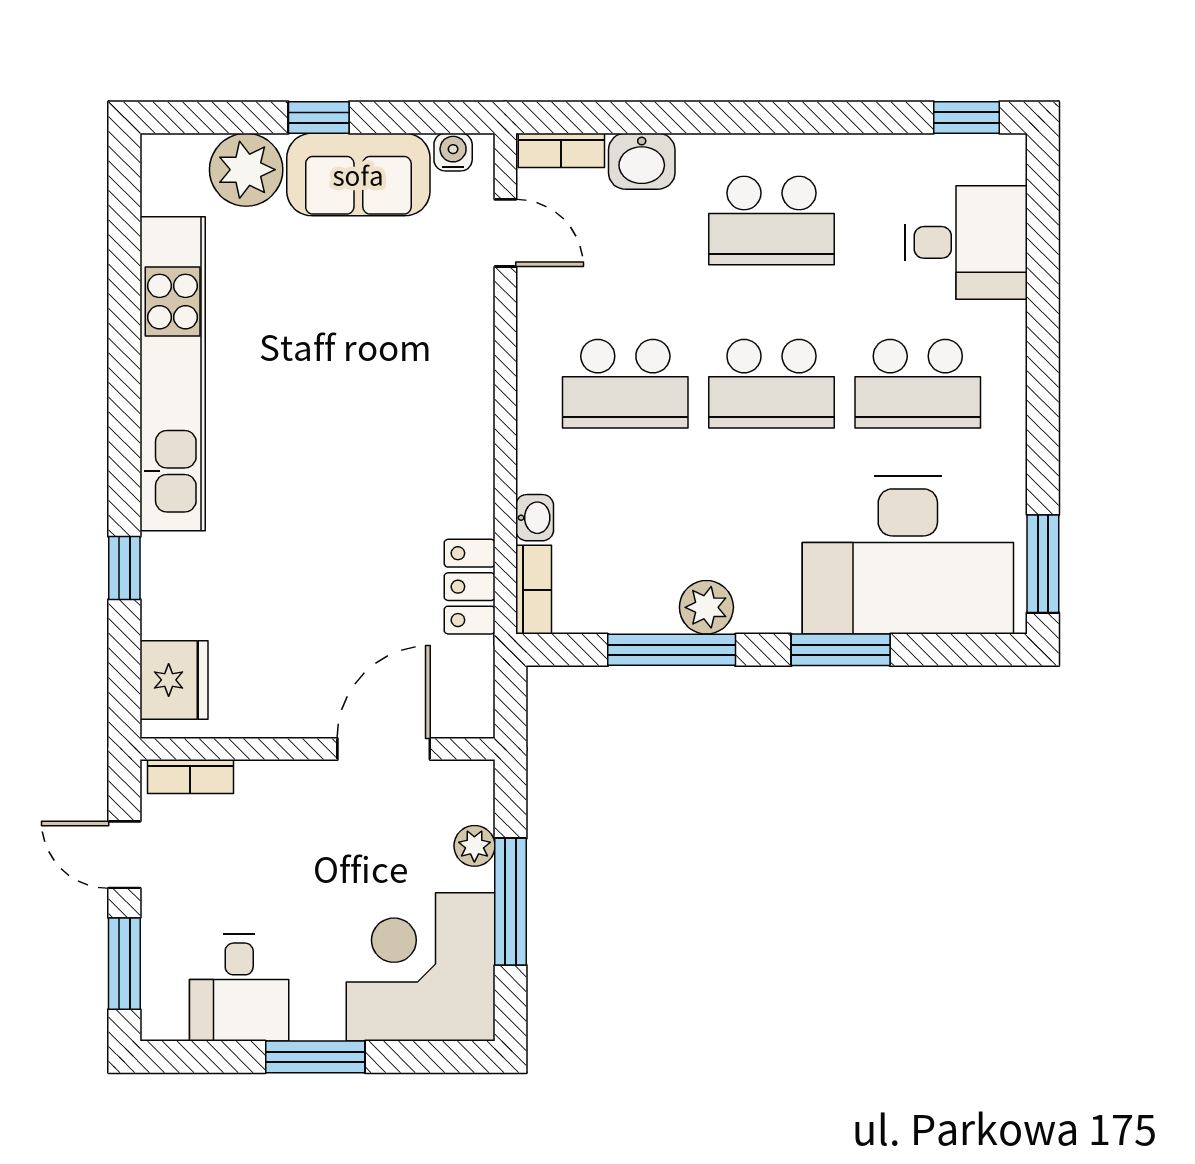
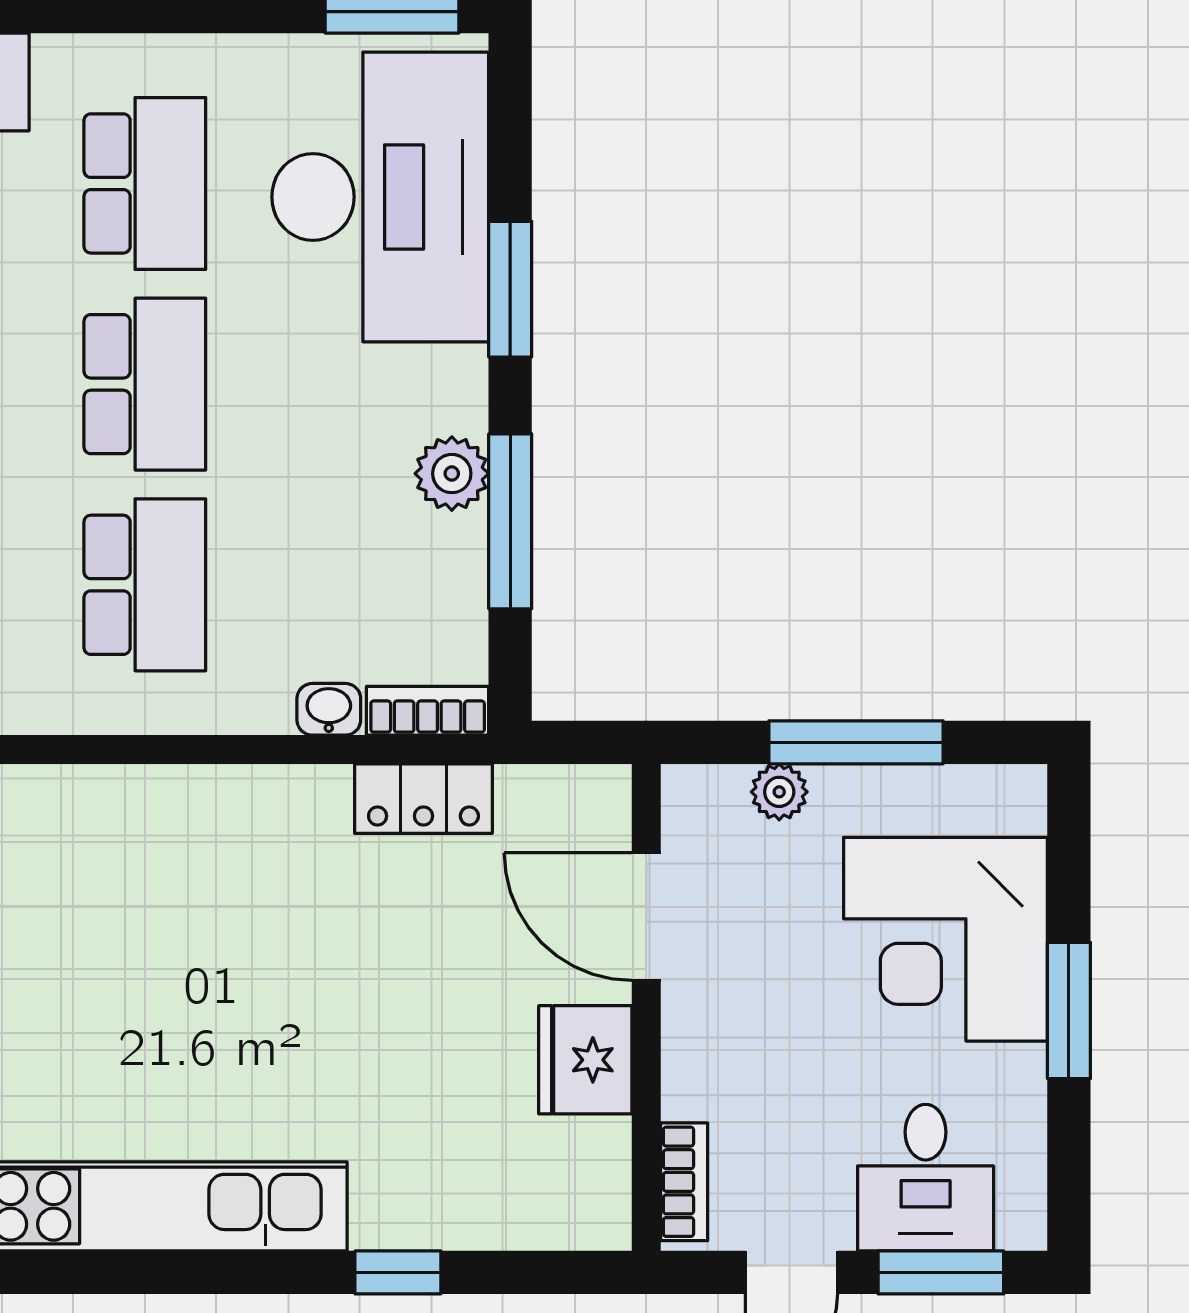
fridge: (174, 680) -> (585, 1060), moved, turned -90
corner desk: (421, 967) -> (945, 939), moved
desk: (239, 988) -> (926, 1178), moved, turned 90

